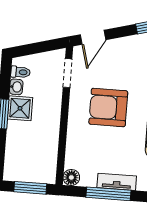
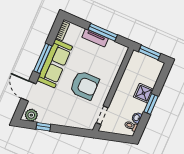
door: (93, 37) -> (79, 132), removed
shower: (20, 108) -> (144, 93), moved
floor lamp: (71, 177) -> (122, 50), removed

